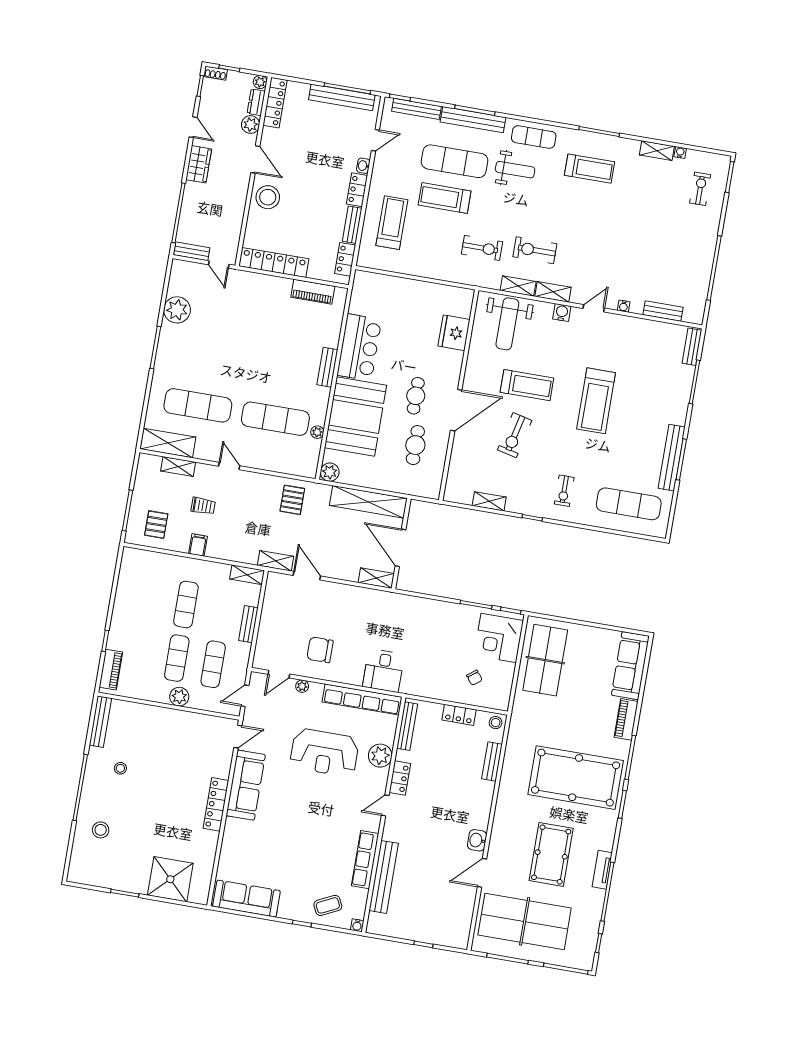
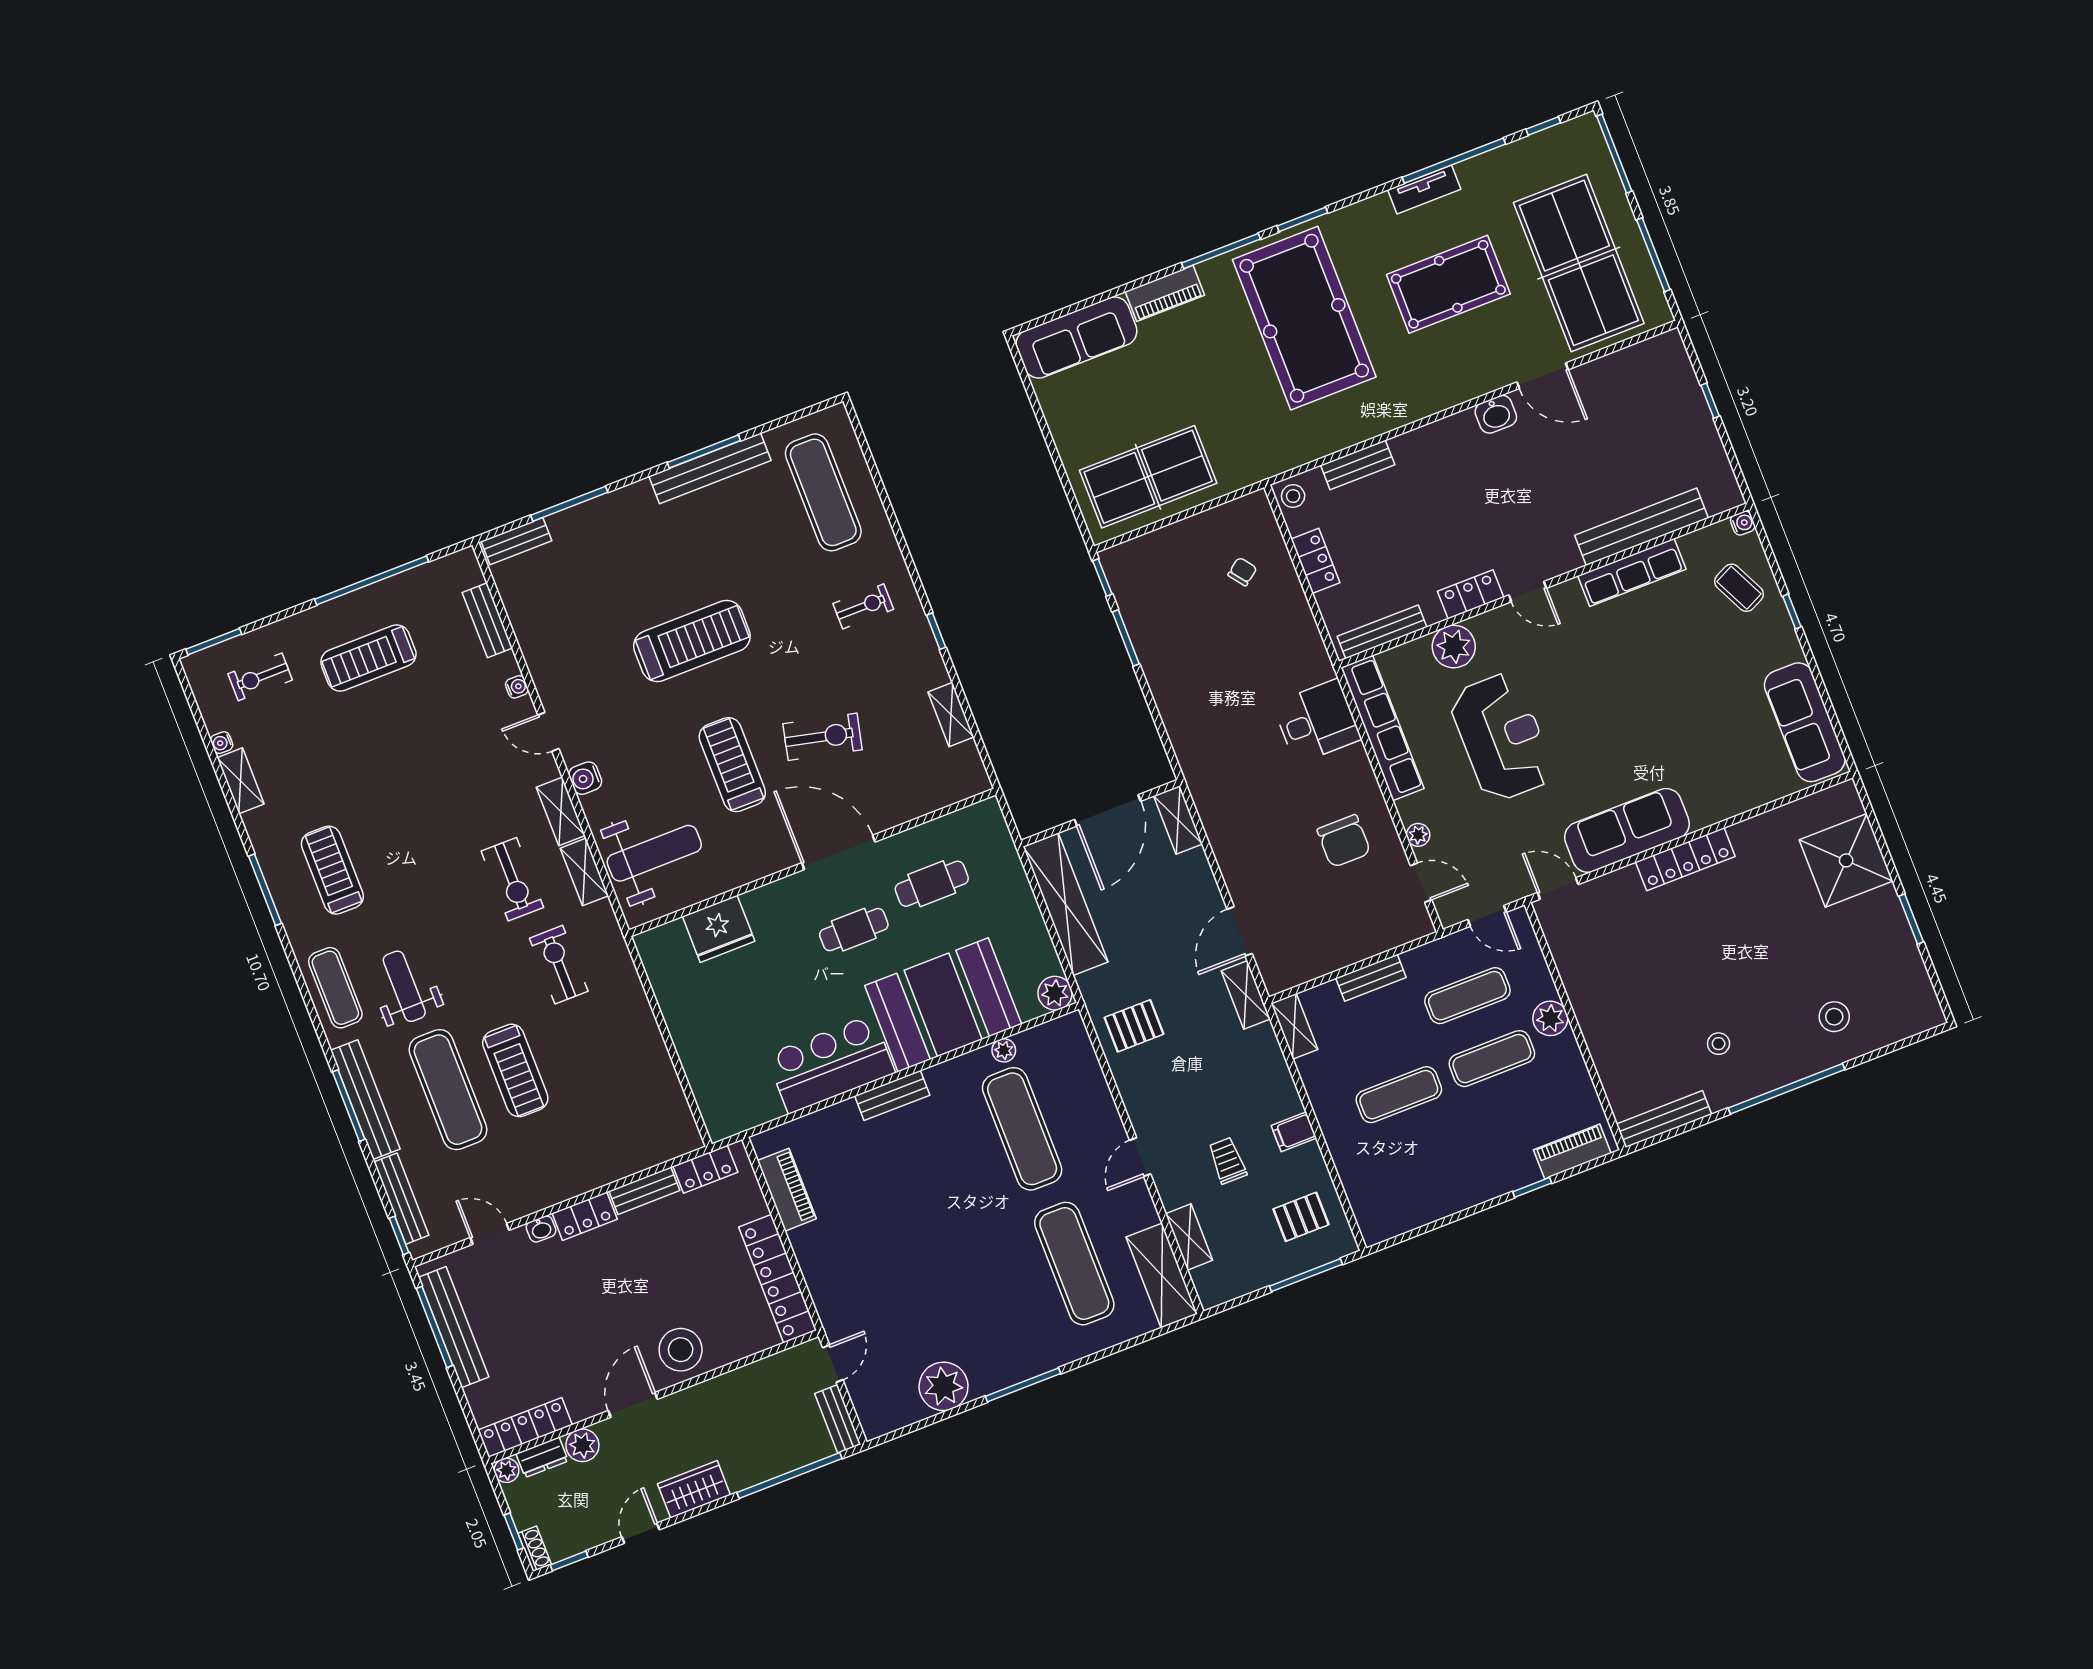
treadmill: (392, 223) -> (368, 658), moved
corner desk: (499, 638) -> (1157, 571), removed

